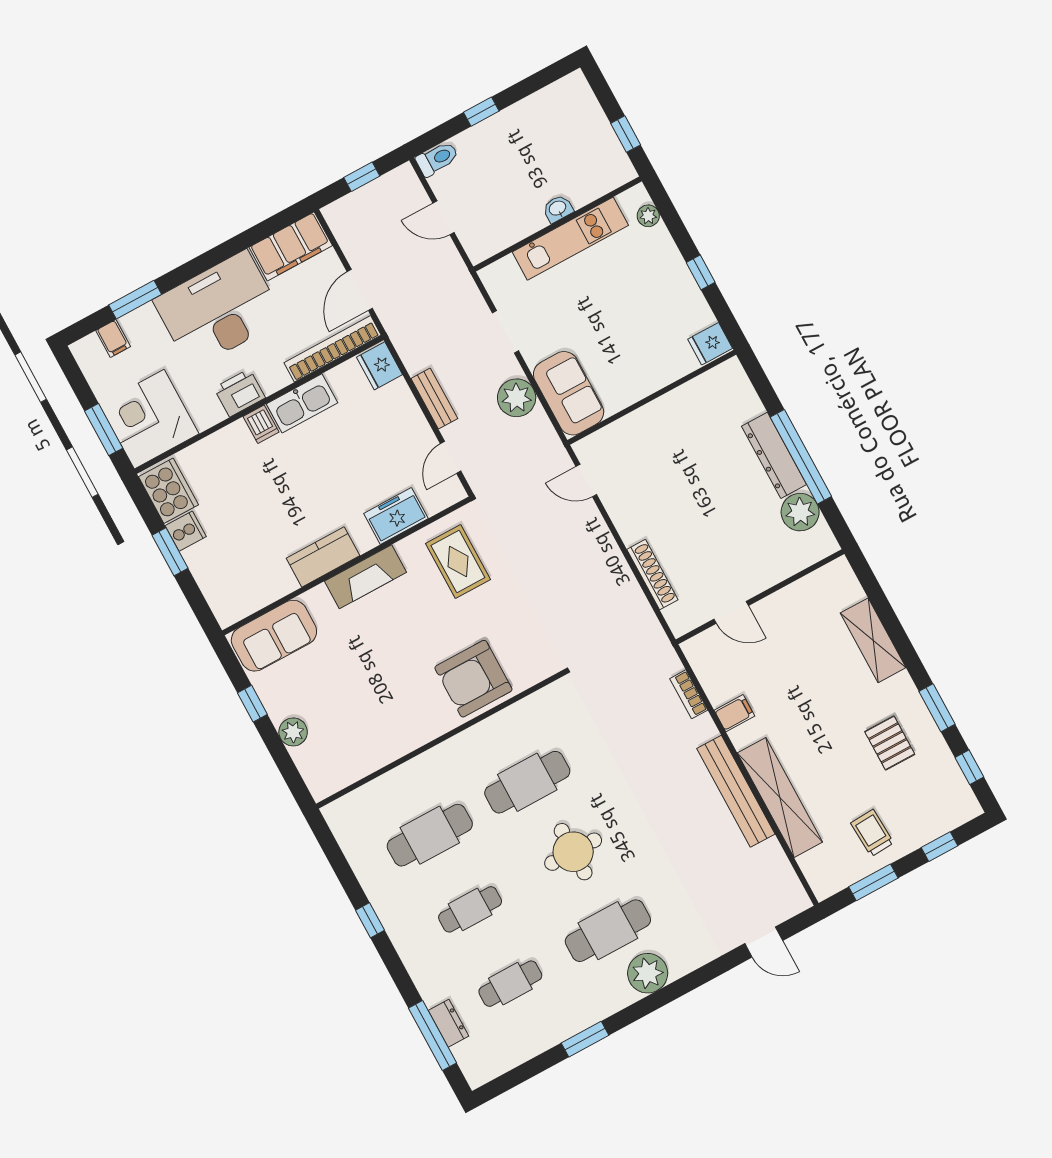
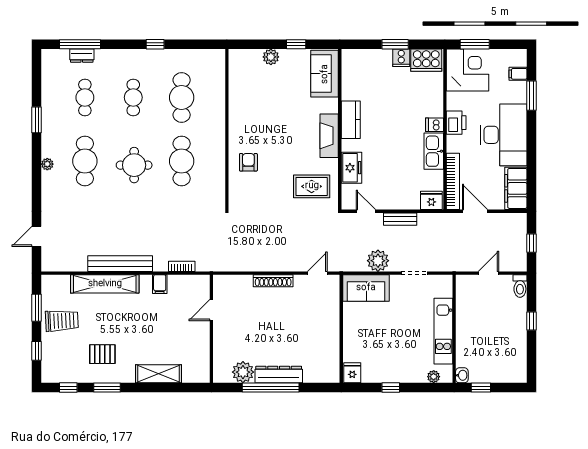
washbasin: (558, 209) -> (462, 375), moved
shoe rack: (652, 575) -> (273, 281), moved
armchair: (473, 679) -> (248, 162), width x0.53, depth x0.53
trolley: (872, 833) -> (62, 321), width x1.36, depth x1.39
plant: (648, 973) -> (47, 164), width x0.53, depth x0.53

